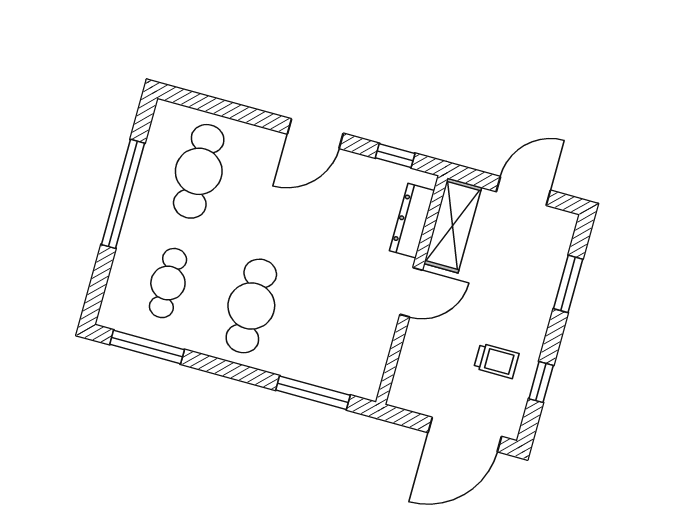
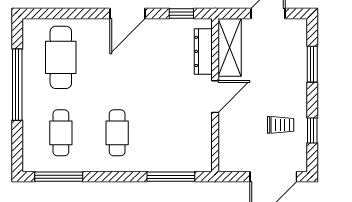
cafe table: (251, 306) -> (117, 133), width x0.73, depth x0.74

